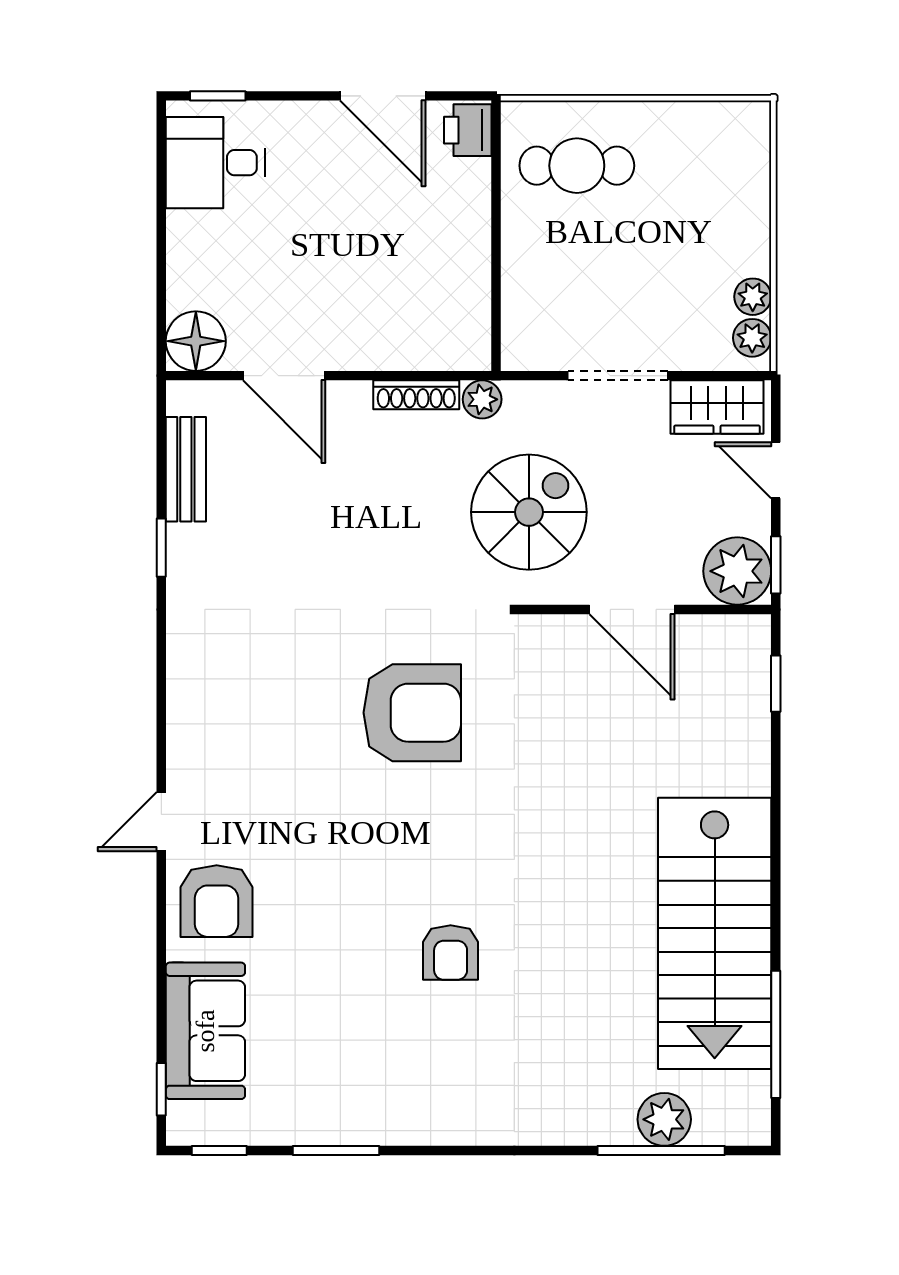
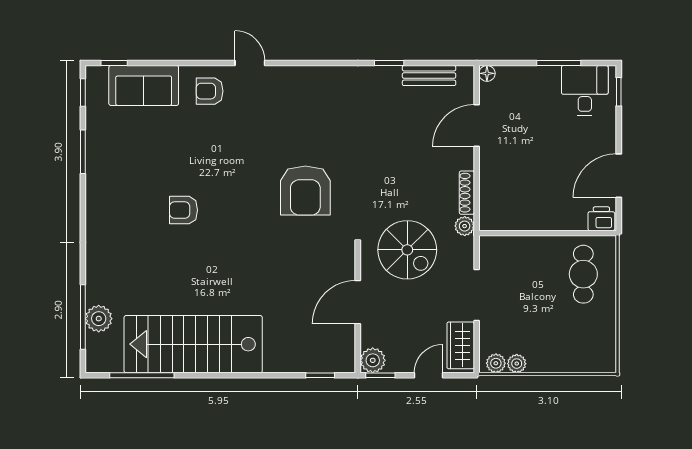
window: (161, 214) -> (559, 63), added
floor lamp: (196, 341) -> (487, 73), width x0.53, depth x0.53
plant: (737, 571) -> (373, 360), width x0.73, depth x0.73
armchair: (217, 901) -> (210, 91), width x0.72, depth x0.72

